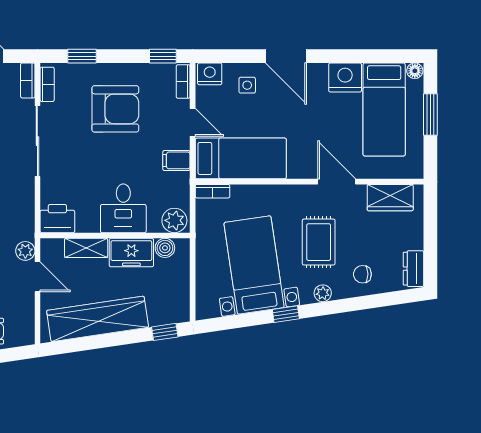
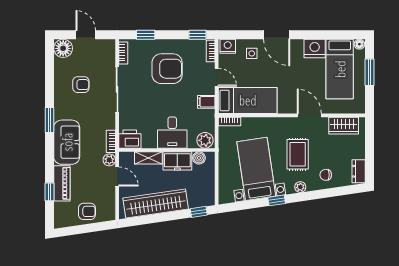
bookcase: (28, 80) -> (111, 141), moved

